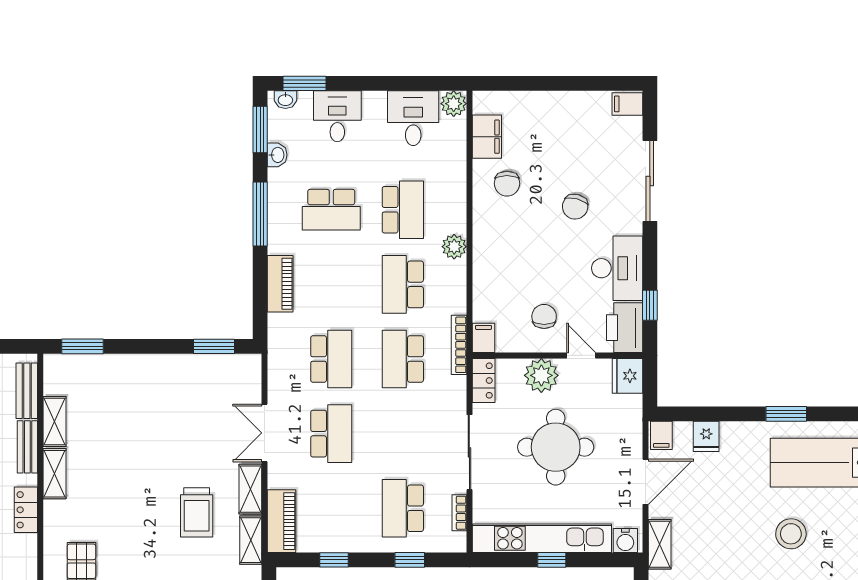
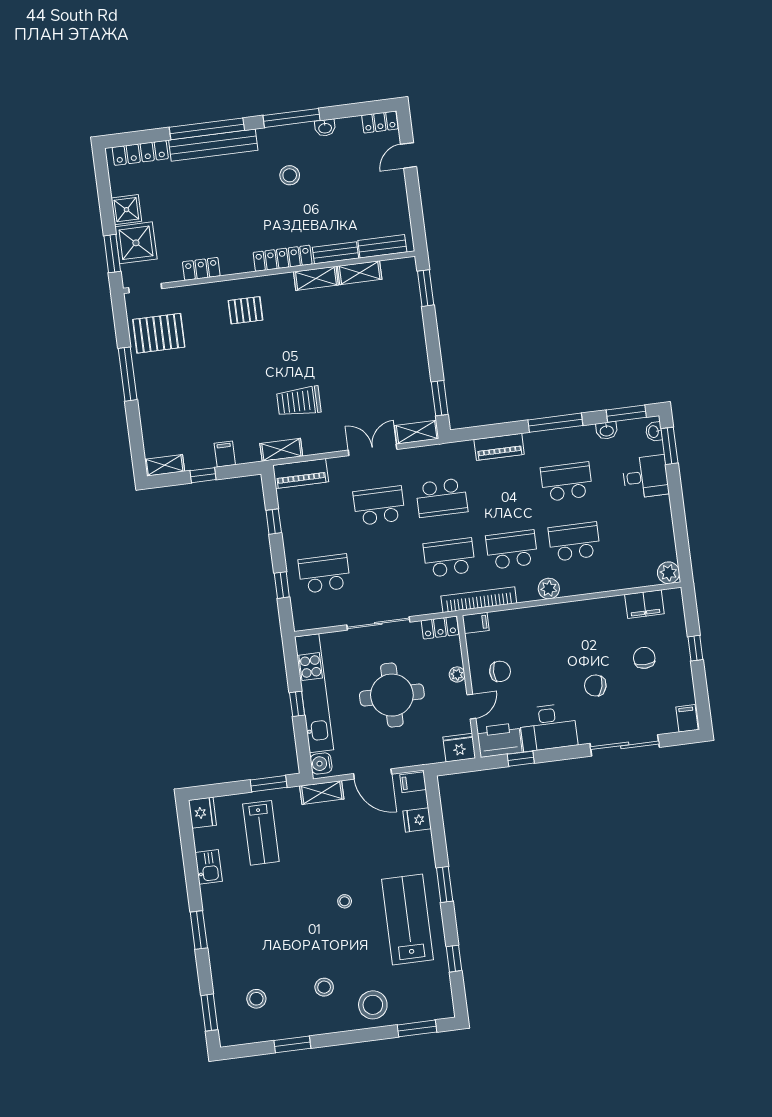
window: (546, 83) -> (695, 648), added
desk: (413, 118) -> (652, 540), removed
chair: (507, 184) -> (644, 658), moved, turned 90
school desk: (331, 210) -> (567, 482), turned 90
school desk: (403, 210) -> (574, 542), turned 180
bookcase: (459, 345) -> (479, 600), width x1.48, depth x1.31
plant: (541, 375) -> (457, 674), width x0.53, depth x0.53
school desk: (331, 434) -> (379, 506), turned 180
shelving: (250, 489) -> (417, 432), moved
locker: (26, 510) -> (283, 258), width x1.53
bookcase: (459, 513) -> (327, 621), removed
stool: (791, 534) -> (345, 901), width x0.53, depth x0.53

